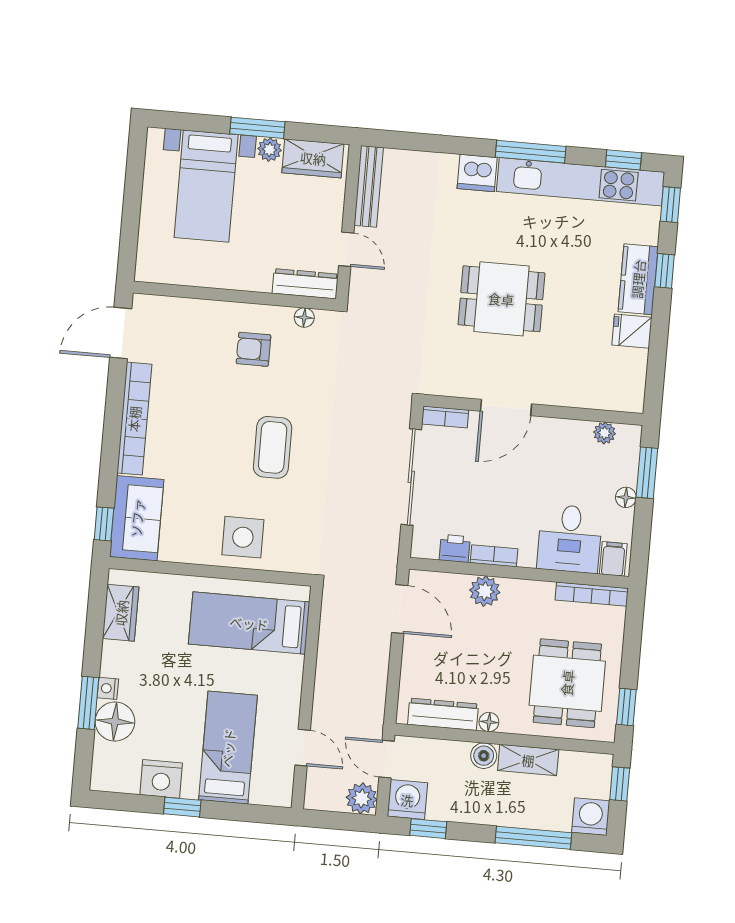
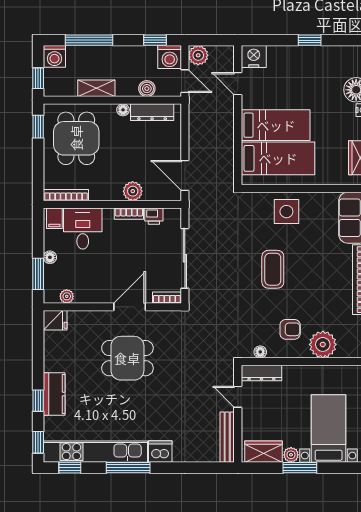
dining table: (501, 299) -> (127, 358), moved
plant: (204, 321) -> (323, 344), added
fridge: (632, 331) -> (55, 320), moved
bed: (228, 748) -> (276, 125), moved, turned -90
boiler: (484, 756) -> (147, 89), moved
nightstand: (161, 779) -> (254, 57), moved

